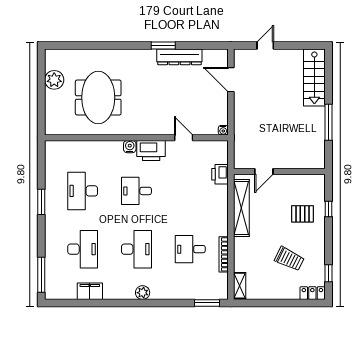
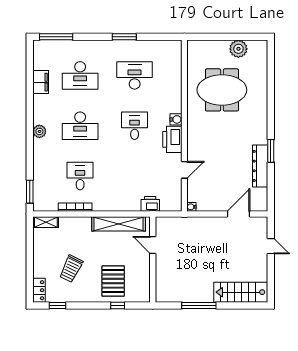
pallet: (302, 214) -> (113, 281), width x1.50, depth x1.42

